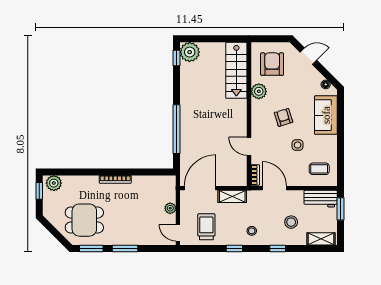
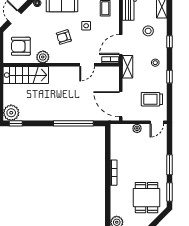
shelving: (232, 196) -> (127, 67), moved

